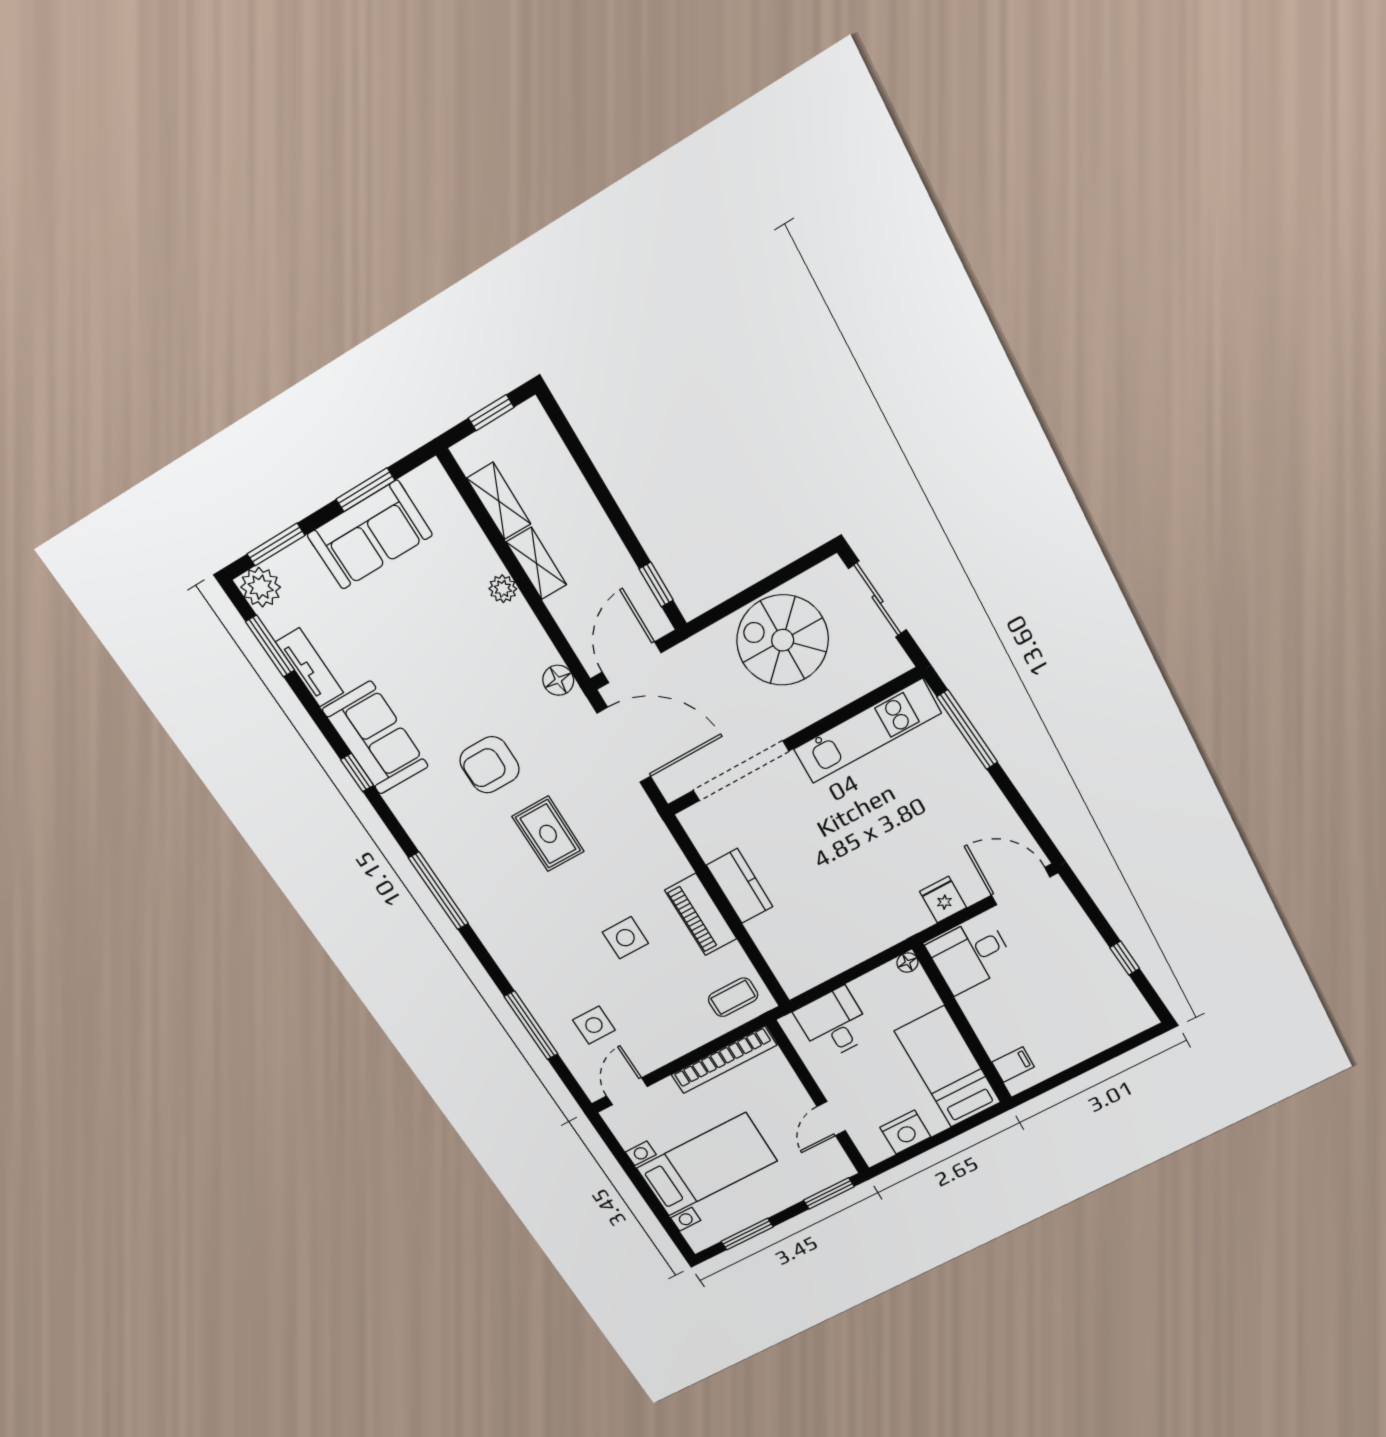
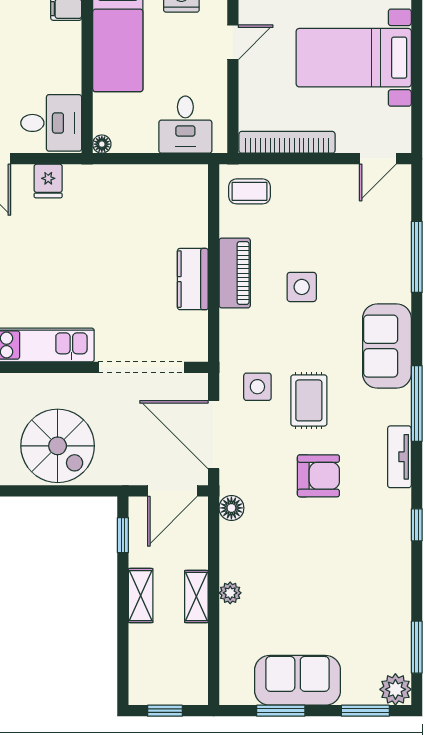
shelving: (499, 501) -> (141, 596), moved
tv unit: (310, 667) -> (399, 457), moved
sofa: (375, 738) -> (387, 346), moved
side table: (594, 1025) -> (257, 387), moved

